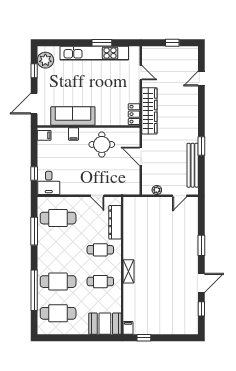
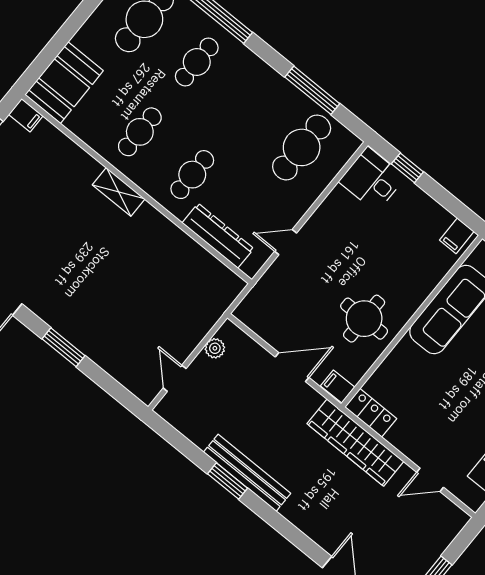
filing cabinet: (73, 134) -> (338, 387), moved
bench: (193, 165) -> (247, 473), moved
cafe table: (58, 282) -> (197, 62), width x0.73, depth x0.74

